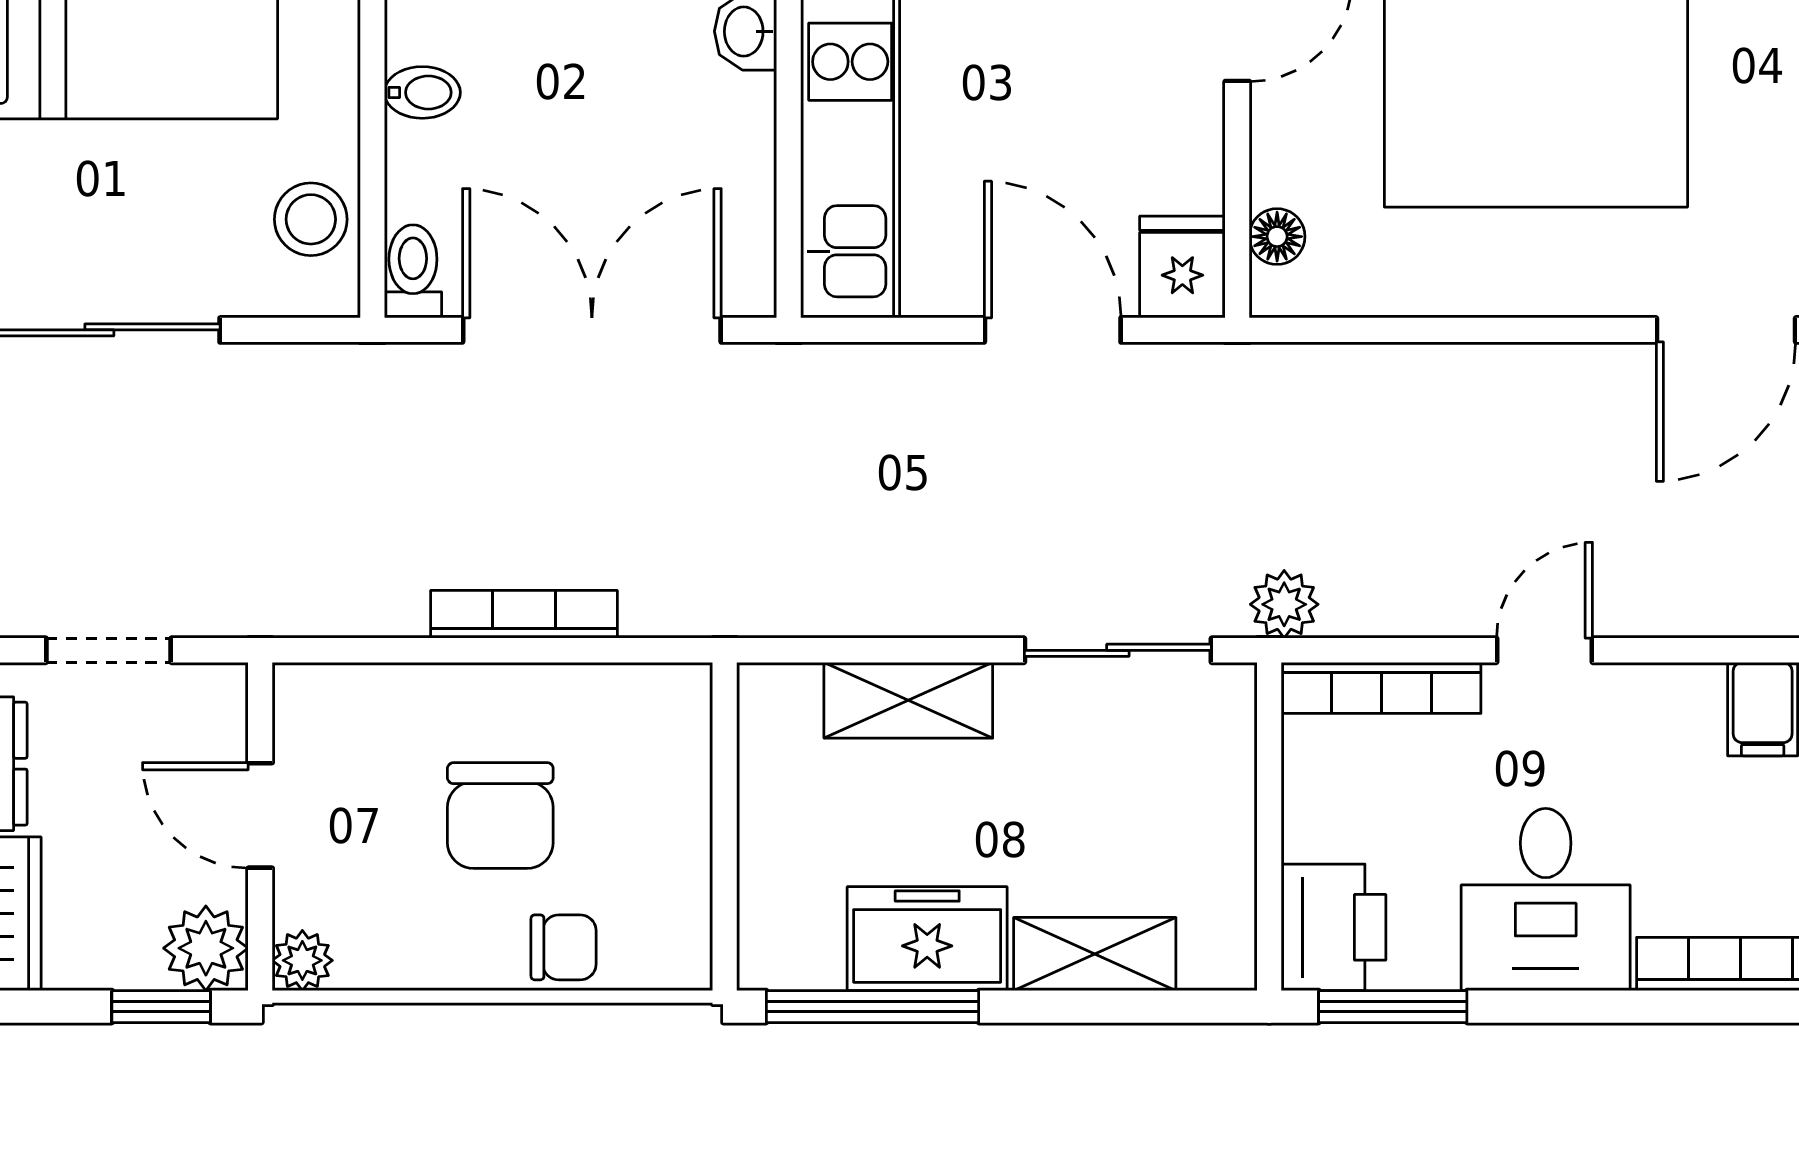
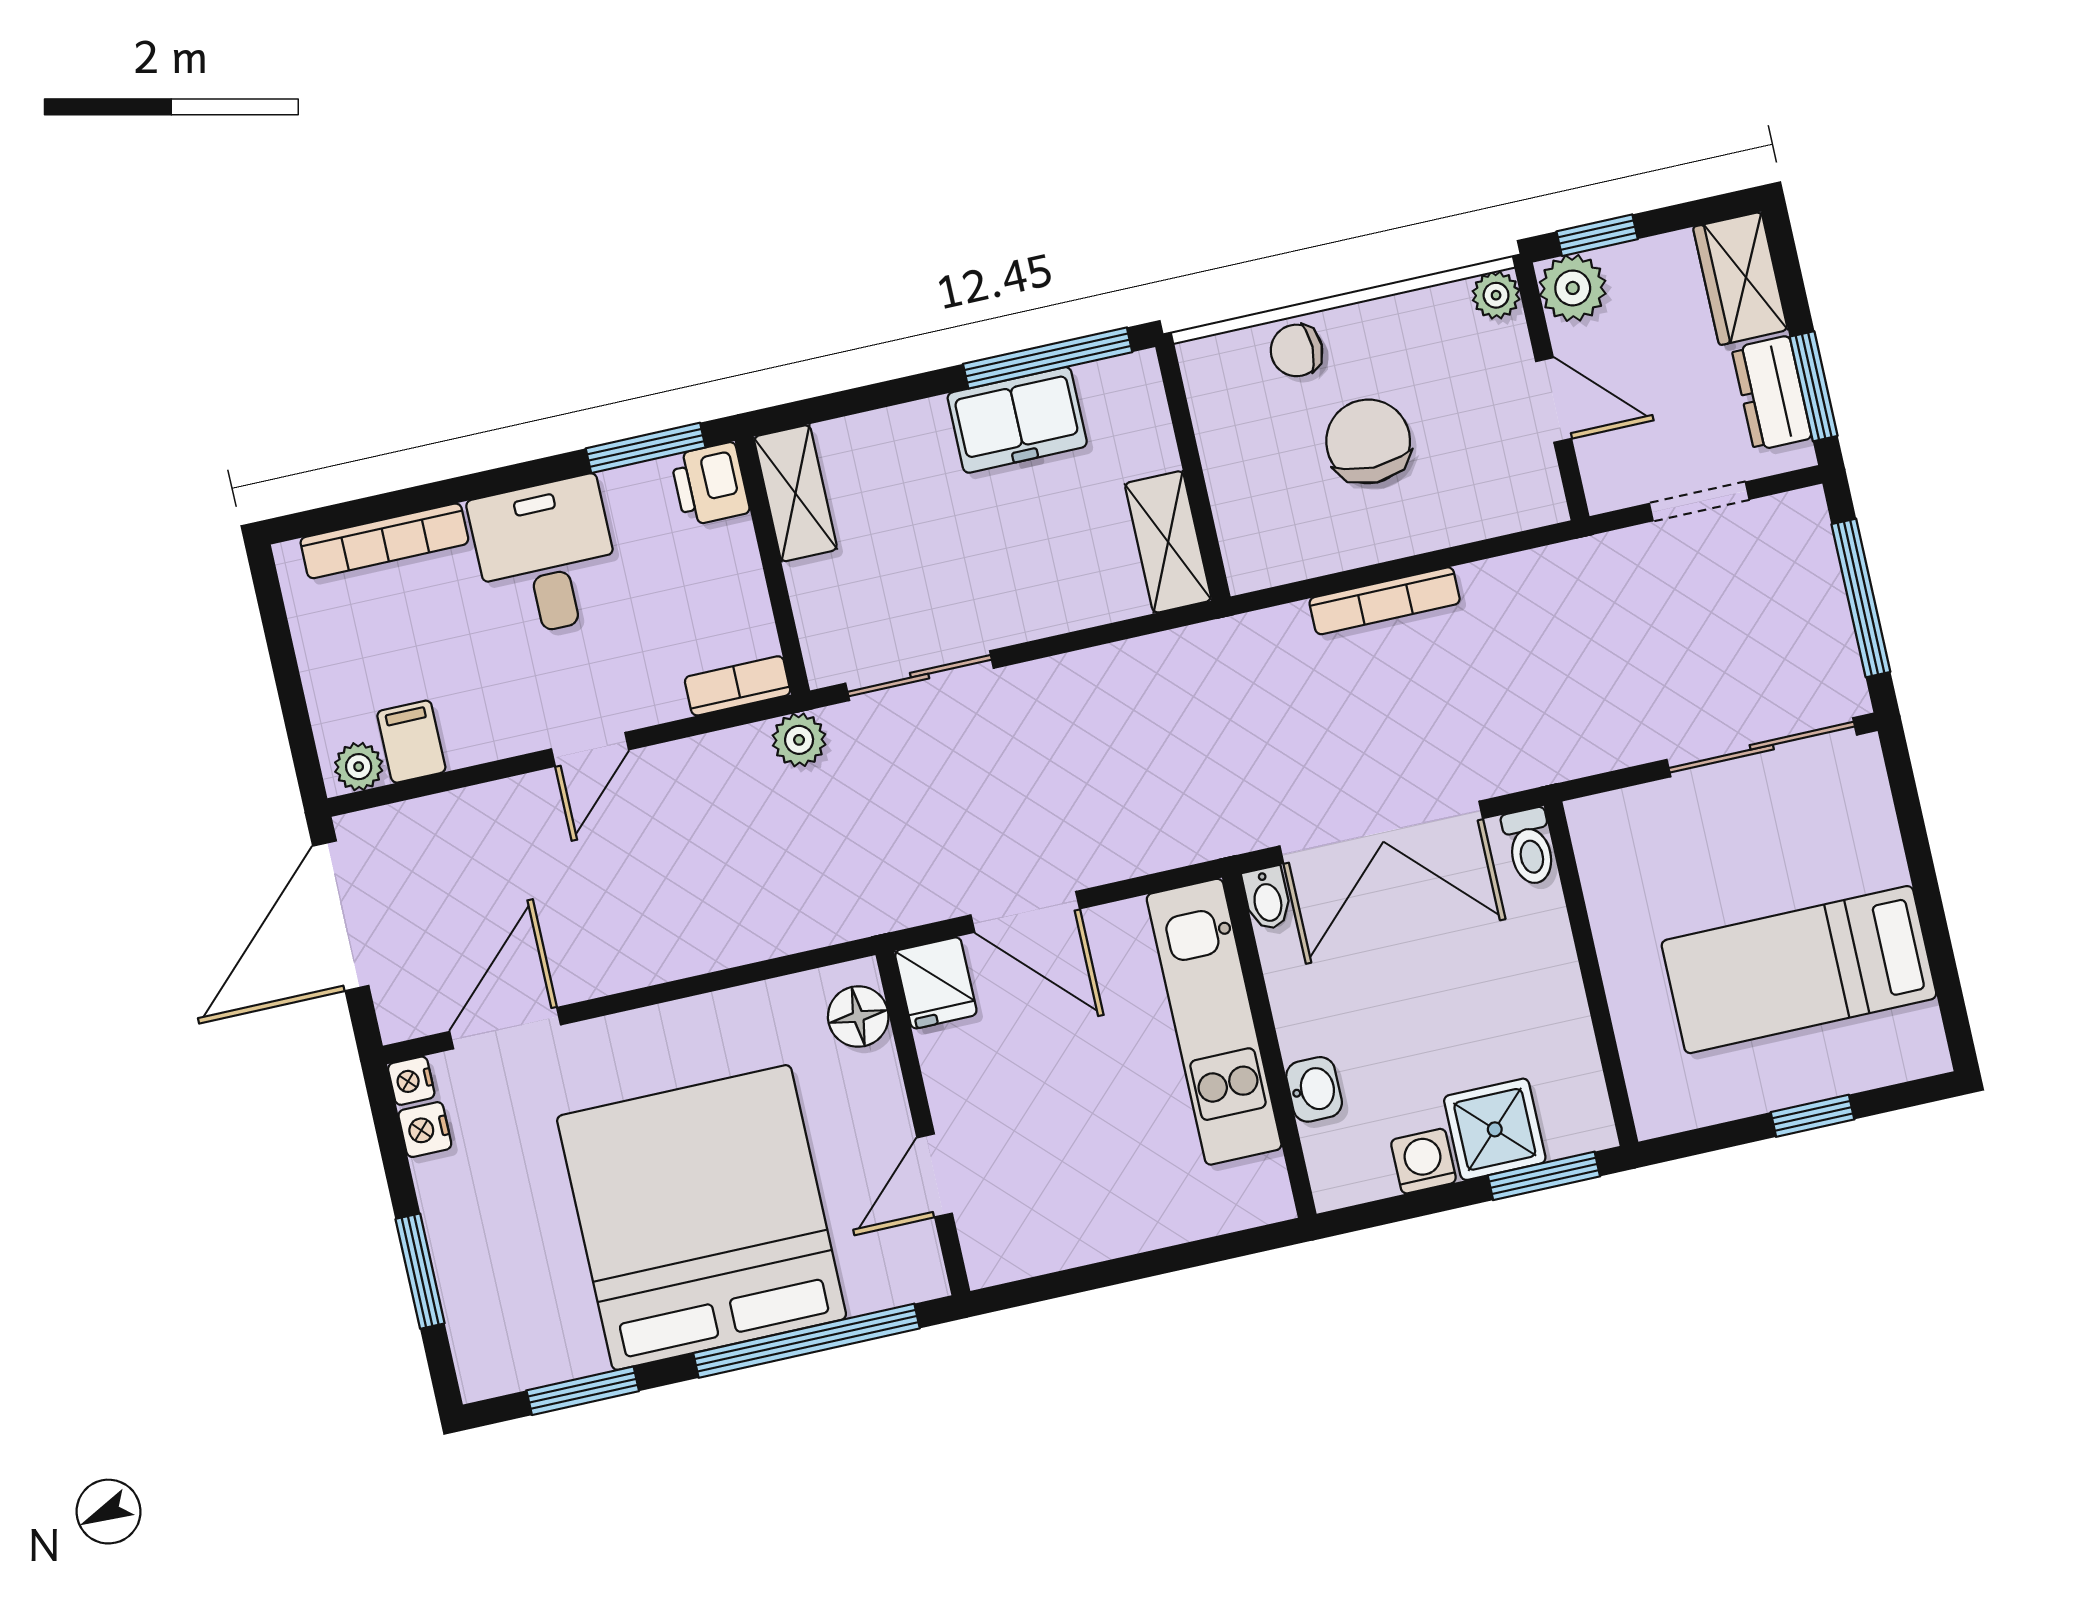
bidet: (422, 92) -> (1267, 898), moved, turned -90
stool: (311, 219) -> (1617, 869), removed
floor lamp: (1277, 237) -> (858, 1016), width x1.37, depth x1.37
bookcase: (1381, 688) -> (738, 686), width x0.64
shelving: (908, 700) -> (1168, 542), moved, turned 90
printer: (1334, 927) -> (710, 484), width x0.73, depth x0.81
shelving: (1095, 954) -> (795, 493), moved, turned 90

